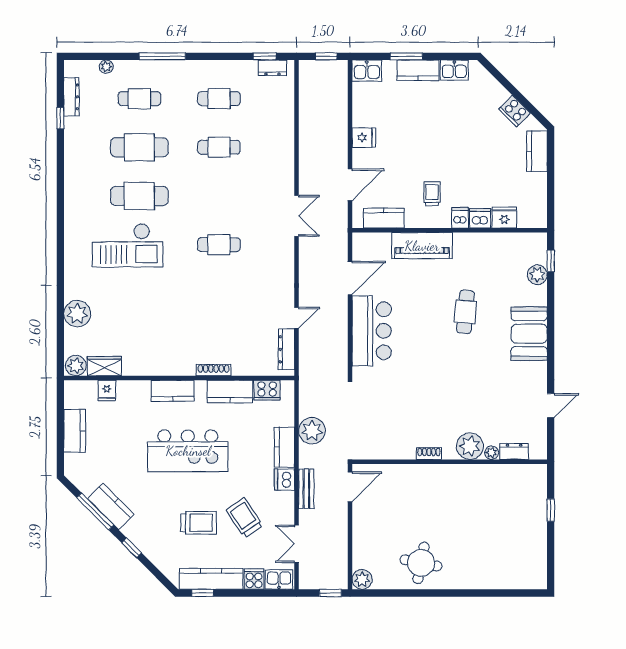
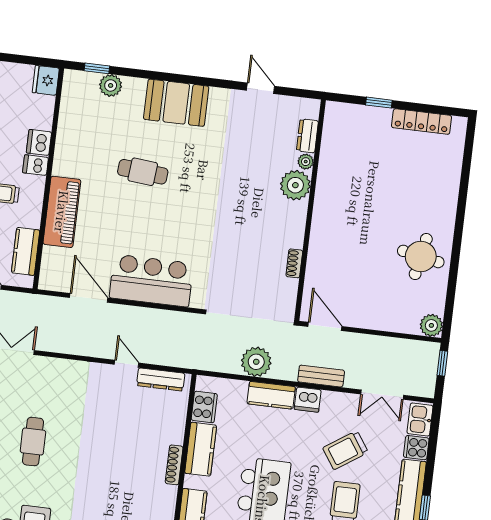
fridge: (504, 218) -> (46, 80), moved
shoe rack: (429, 453) -> (294, 263), moved
locker: (539, 549) -> (422, 122), added

